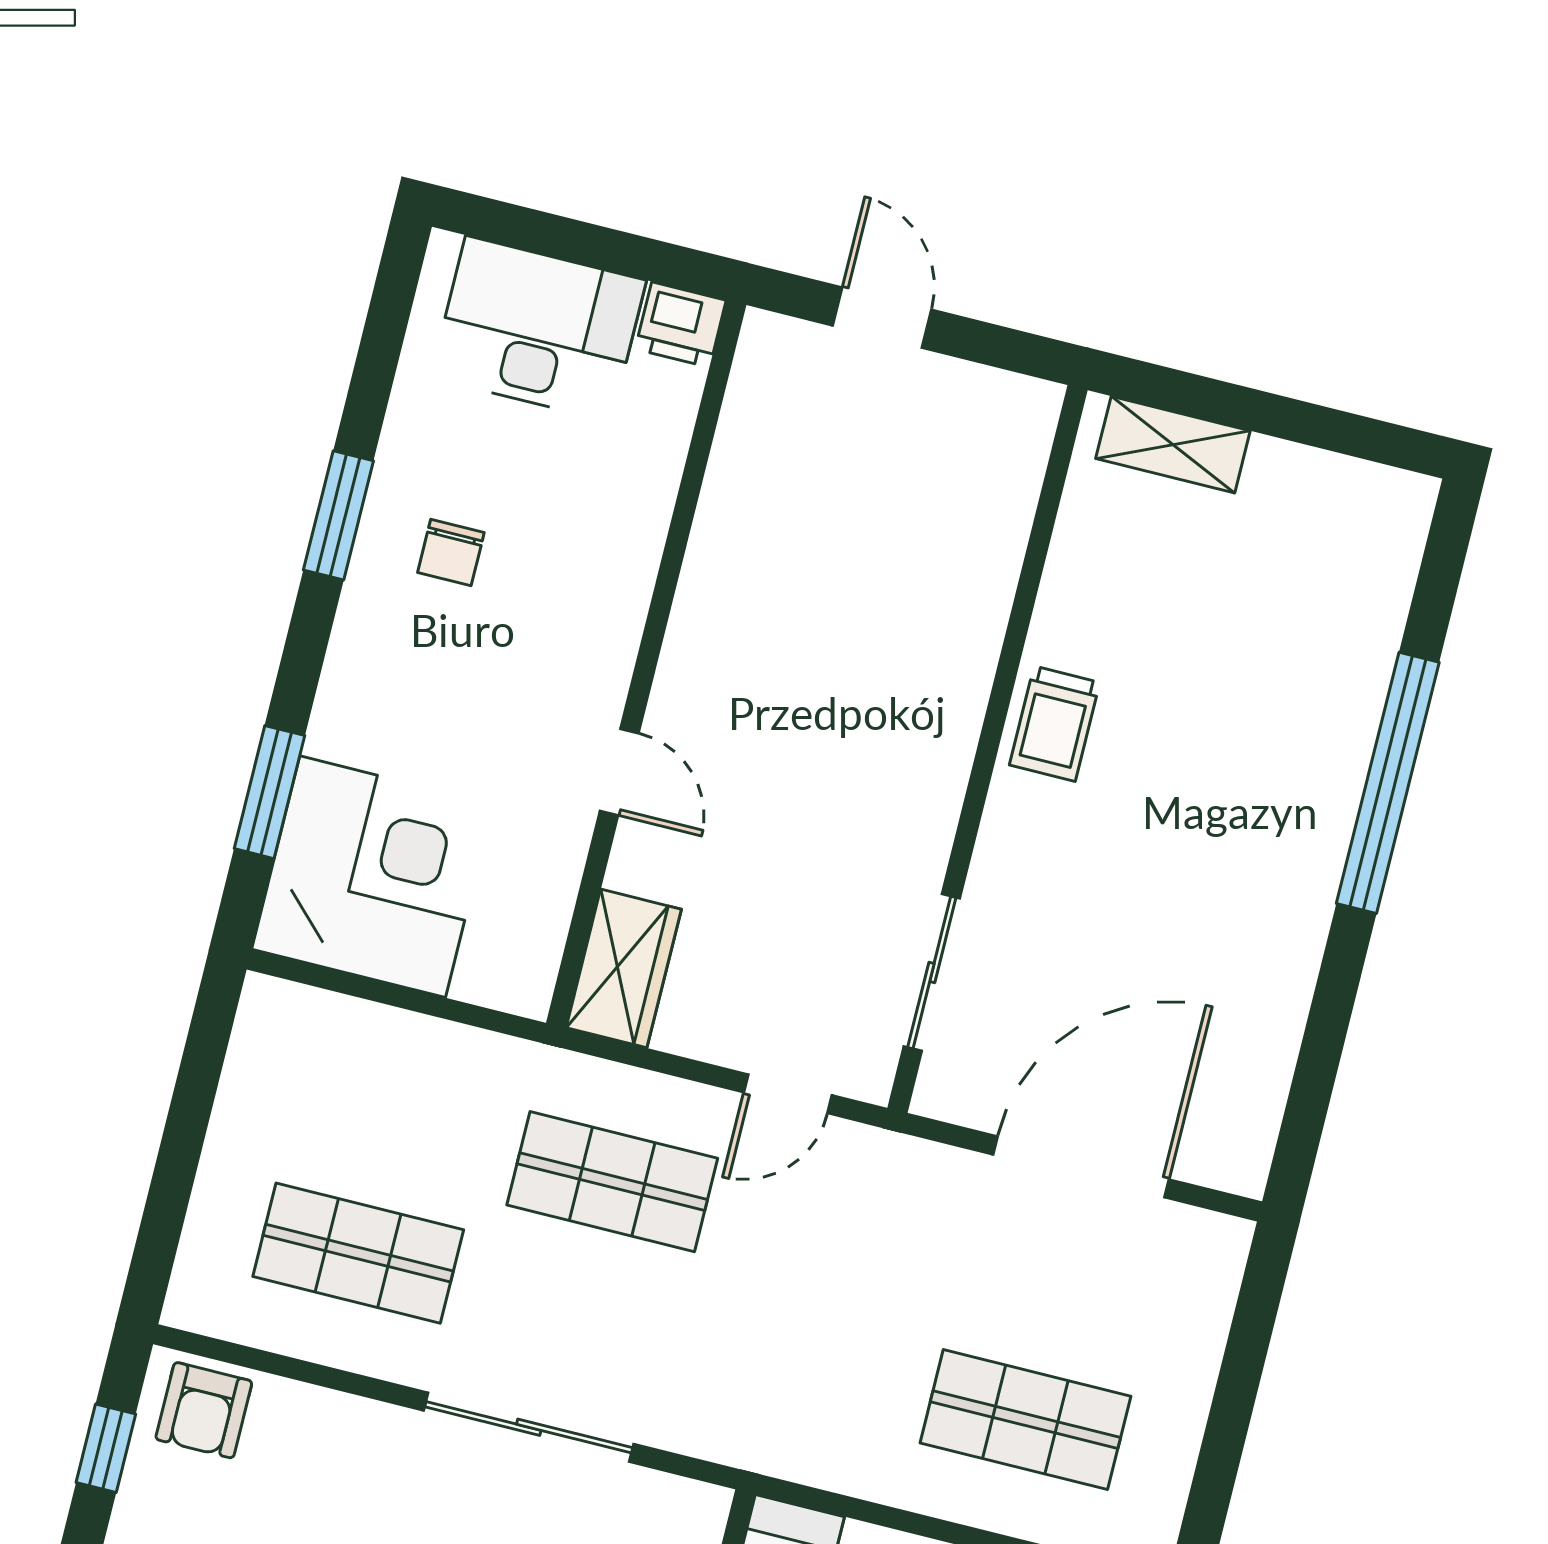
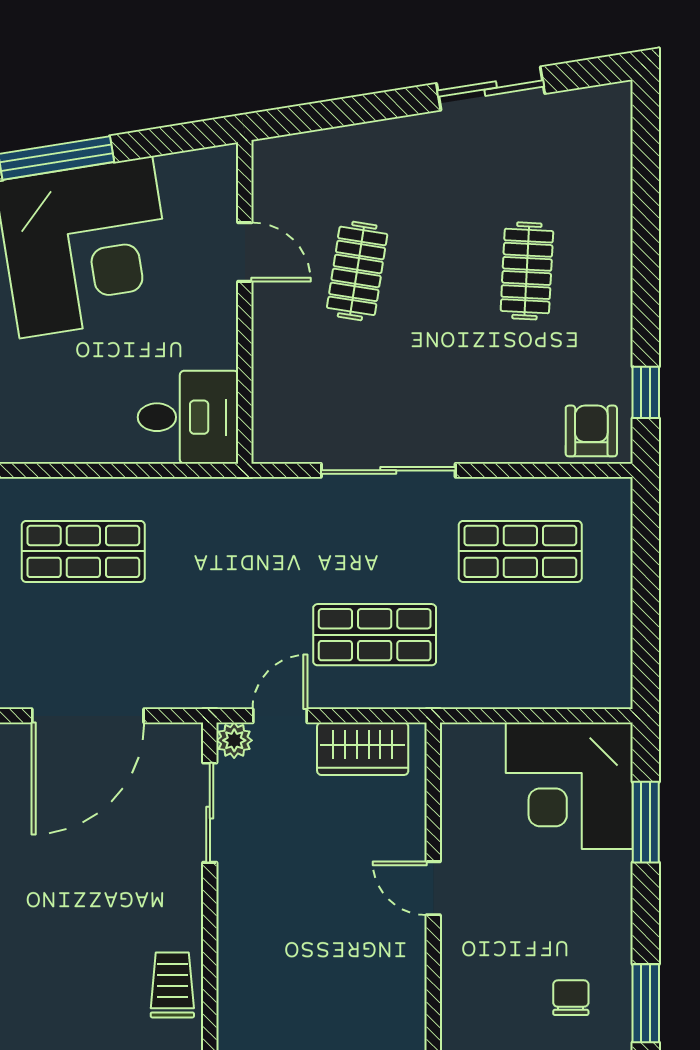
wardrobe: (624, 968) -> (363, 749), moved, turned -90
plant: (867, 1074) -> (234, 740), added

